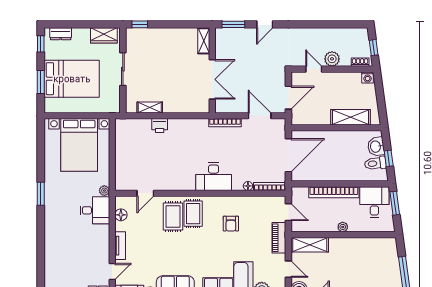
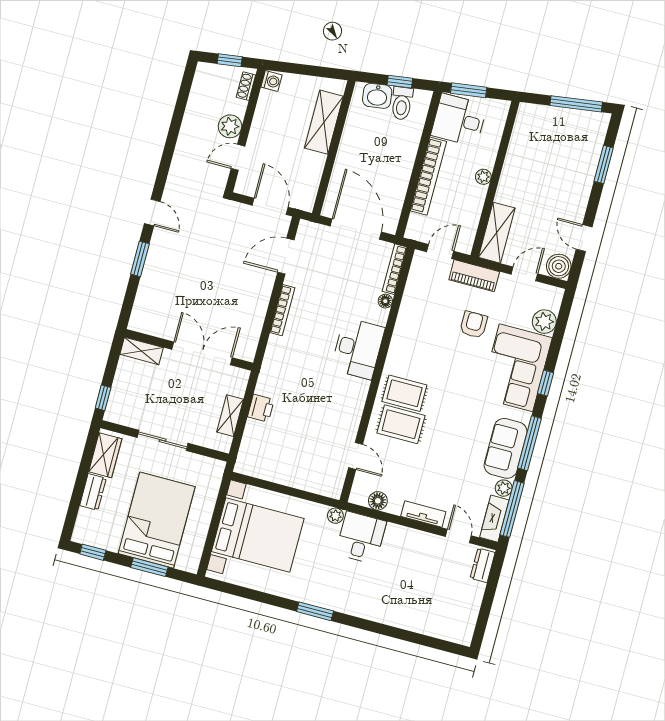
dresser: (61, 34) -> (93, 492), moved
shelving: (204, 41) -> (142, 351), moved
wall: (212, 70) -> (189, 350), moved
double door: (212, 79) -> (202, 353), moved
armchair: (231, 224) -> (474, 325), moved, turned -90

